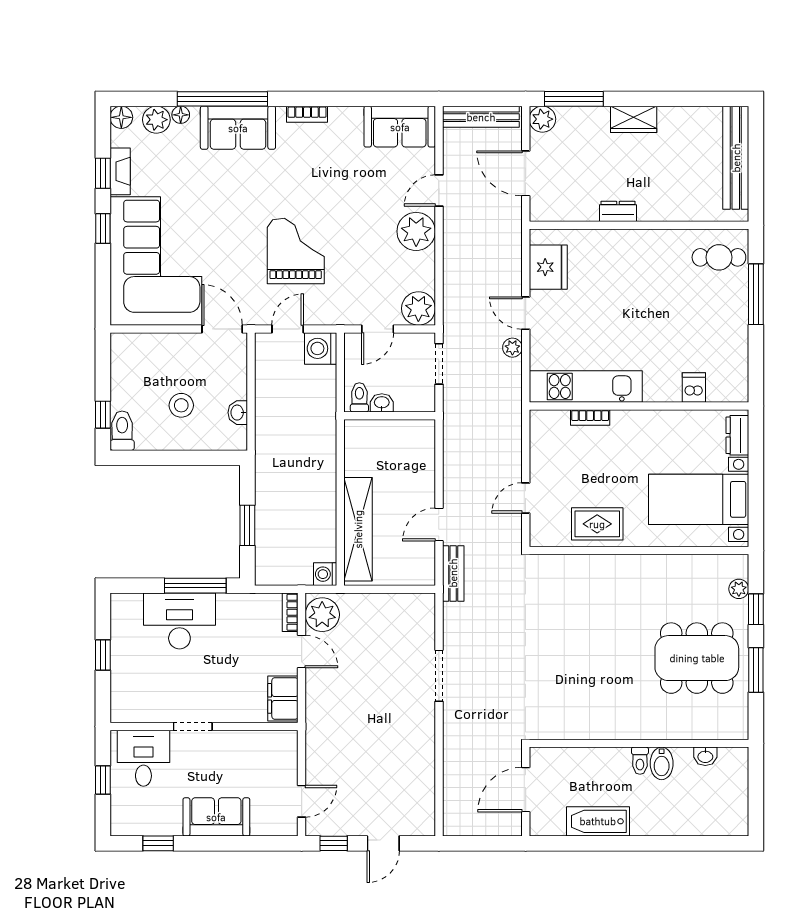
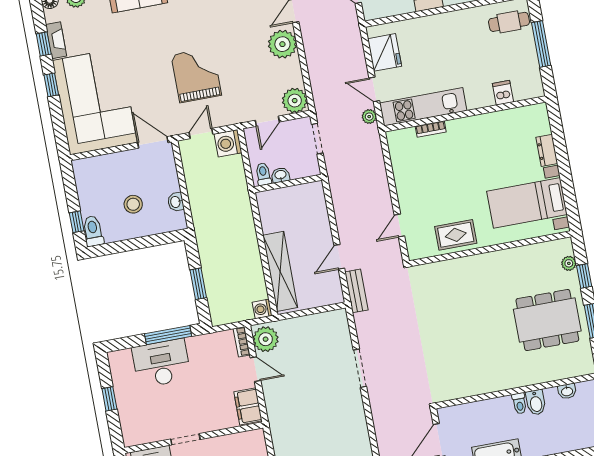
kitchen unit: (586, 387) -> (423, 107), moved
dishwasher: (694, 387) -> (503, 93), moved
wall: (639, 406) -> (465, 114), moved
bookcase: (590, 417) -> (431, 129), moved

